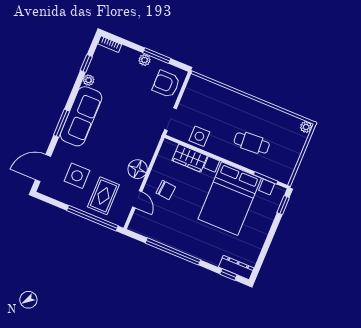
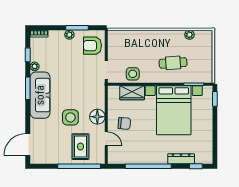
window: (62, 123) -> (28, 88), moved
plant: (306, 127) -> (189, 35), moved
side table: (77, 176) -> (70, 117), moved
dresser: (236, 267) -> (181, 159), moved

